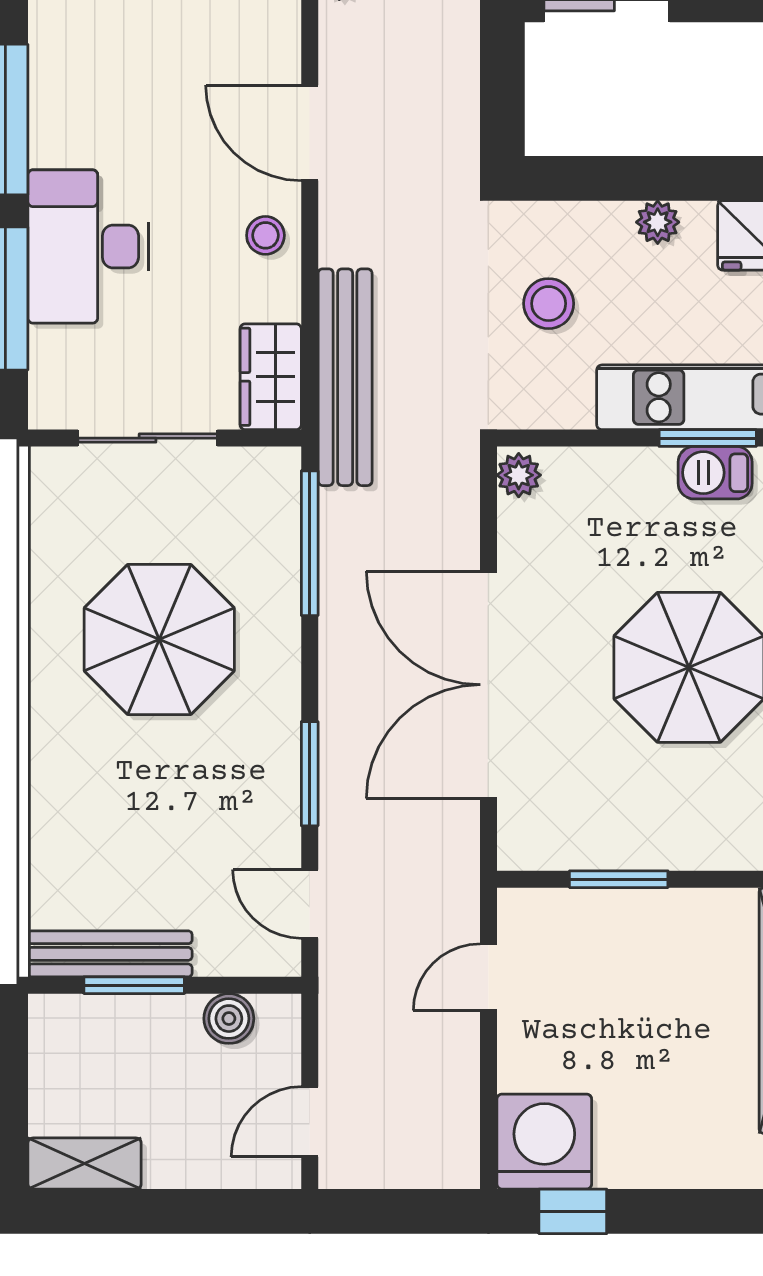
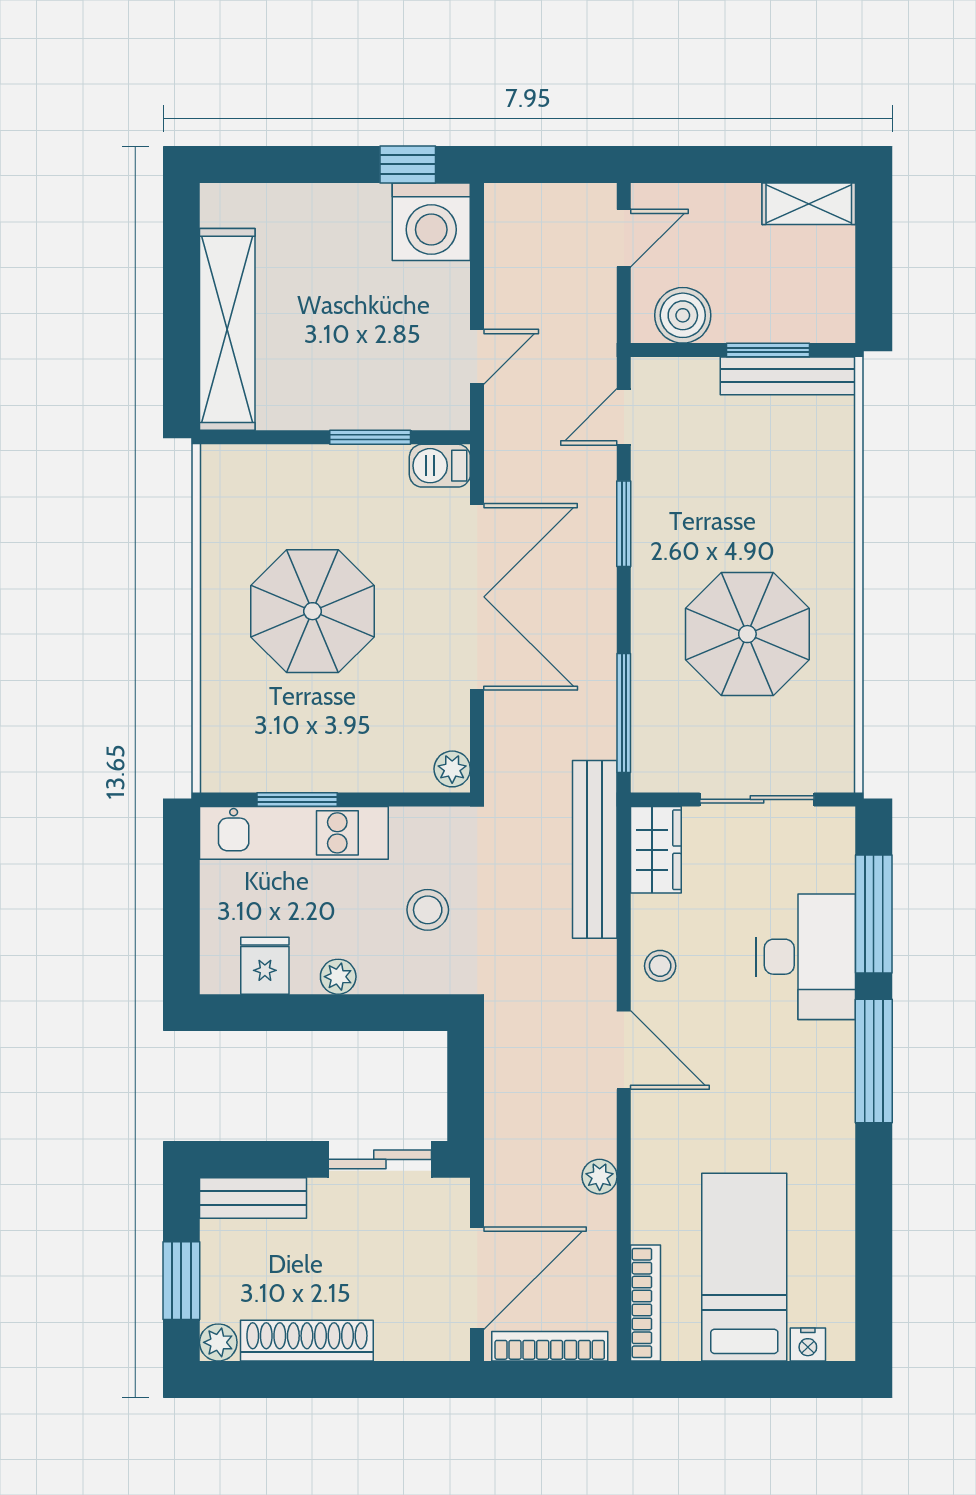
barbecue: (715, 473) -> (440, 466), moved, turned 180
door: (310, 904) -> (624, 417), swing flipped
boiler: (229, 1019) -> (683, 315), width x1.36, depth x1.36

